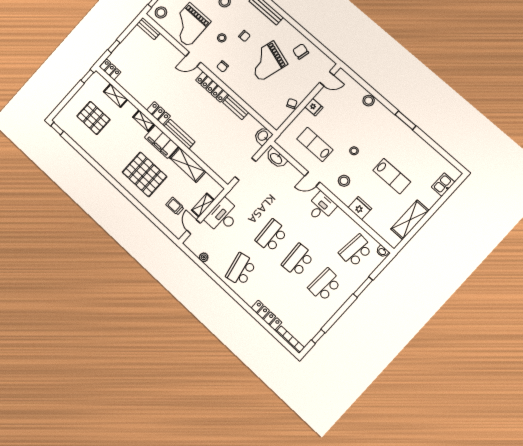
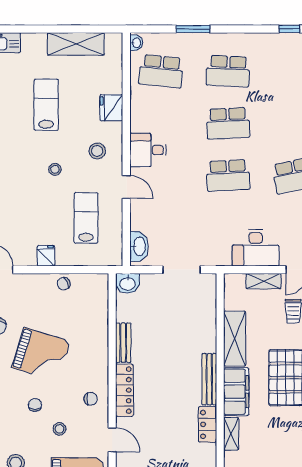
lab bench: (315, 144) -> (86, 218), turned 180

